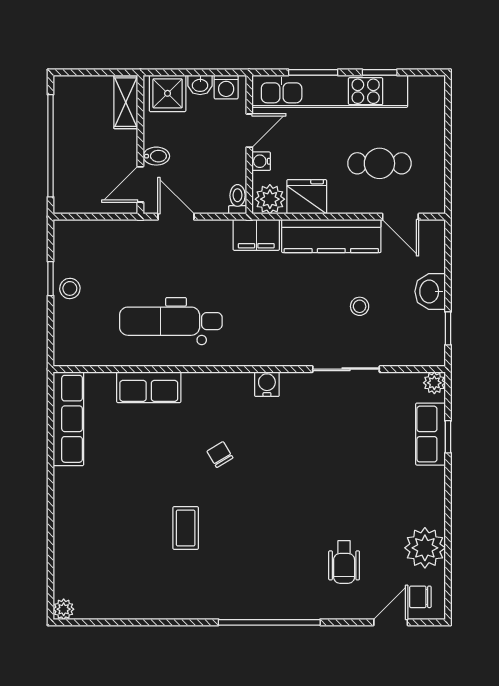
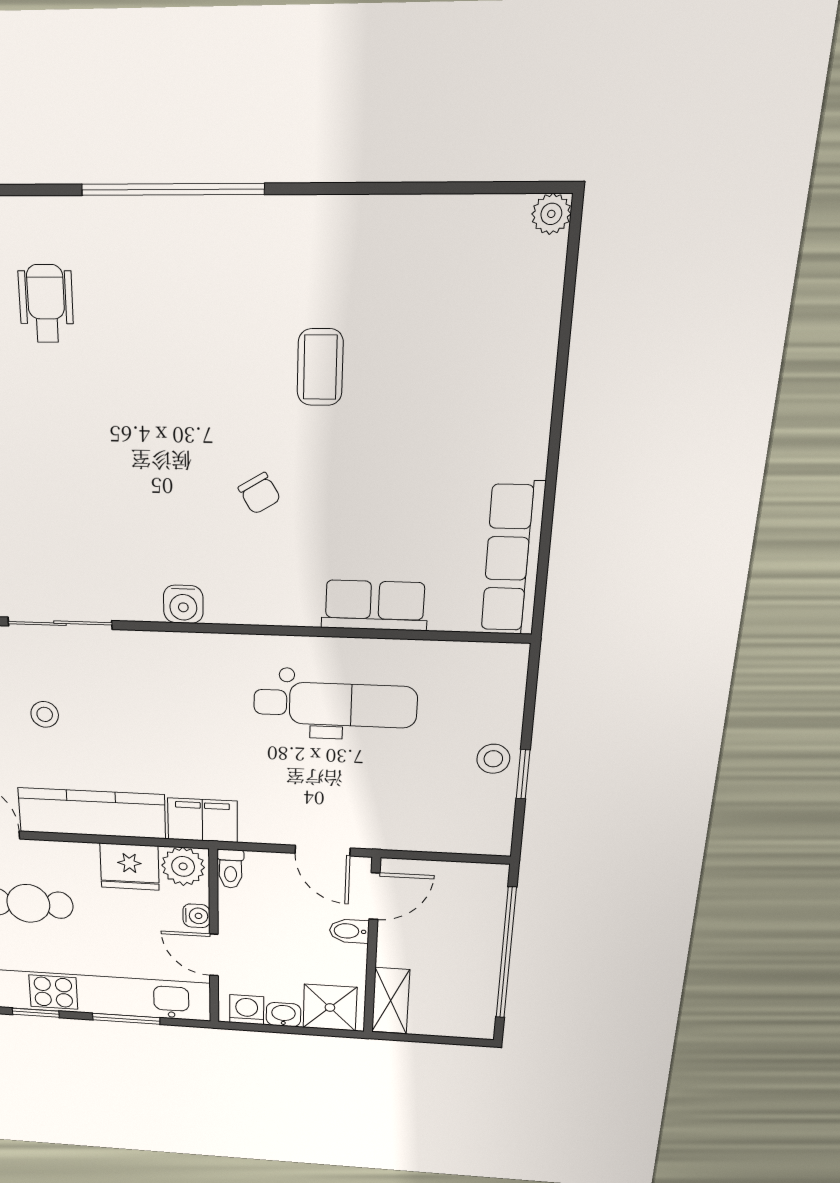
door: (249, 131) -> (214, 955), hinge flipped

